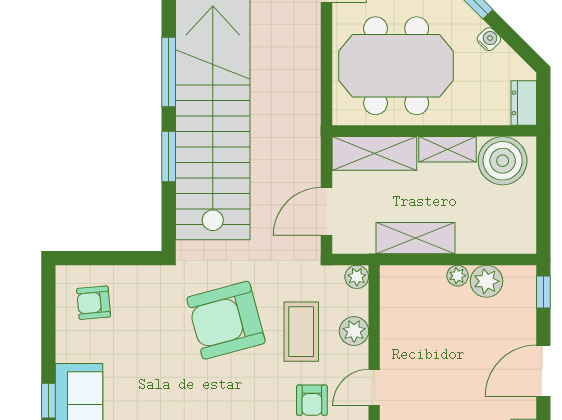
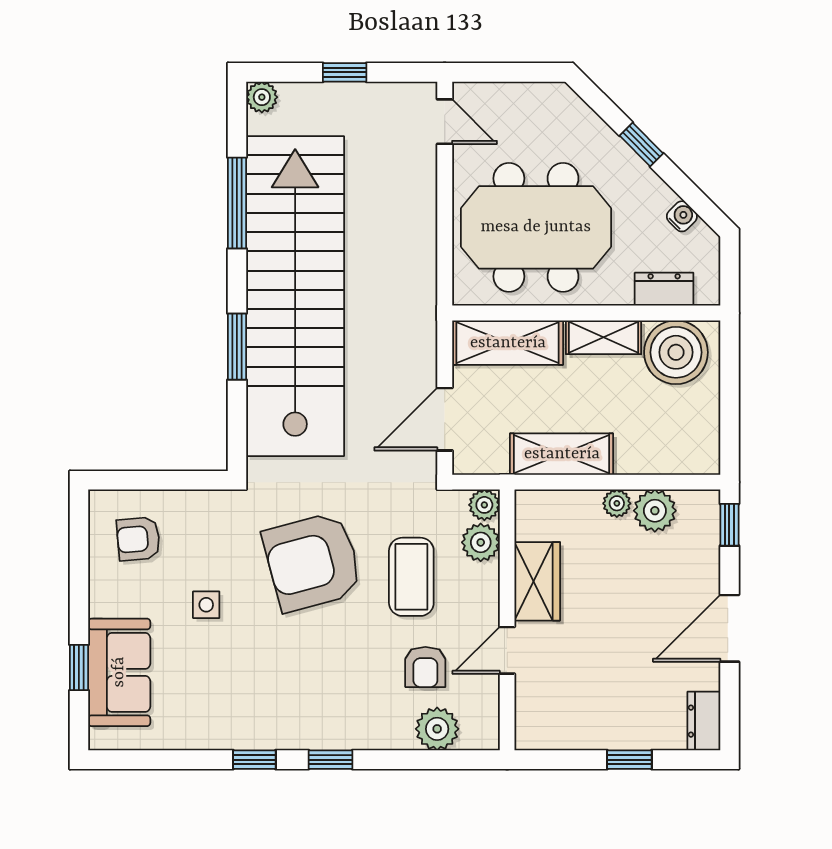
water cooler: (489, 39) -> (682, 216), moved
window: (169, 72) -> (237, 203), moved
dresser: (524, 103) -> (664, 289), moved, turned 90
plant: (354, 331) -> (481, 542), moved
wardrobe: (397, 335) -> (537, 581), added
side table: (145, 353) -> (206, 605), added

